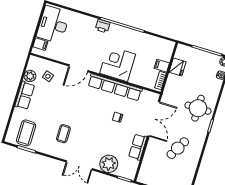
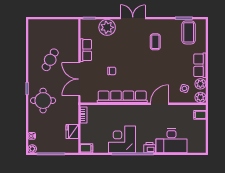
desk: (53, 25) -> (172, 141), moved, turned 90
plant: (34, 62) -> (200, 97), added
corner desk: (118, 64) -> (122, 139), moved, turned 180
filing cabinet: (162, 66) -> (87, 148), moved

